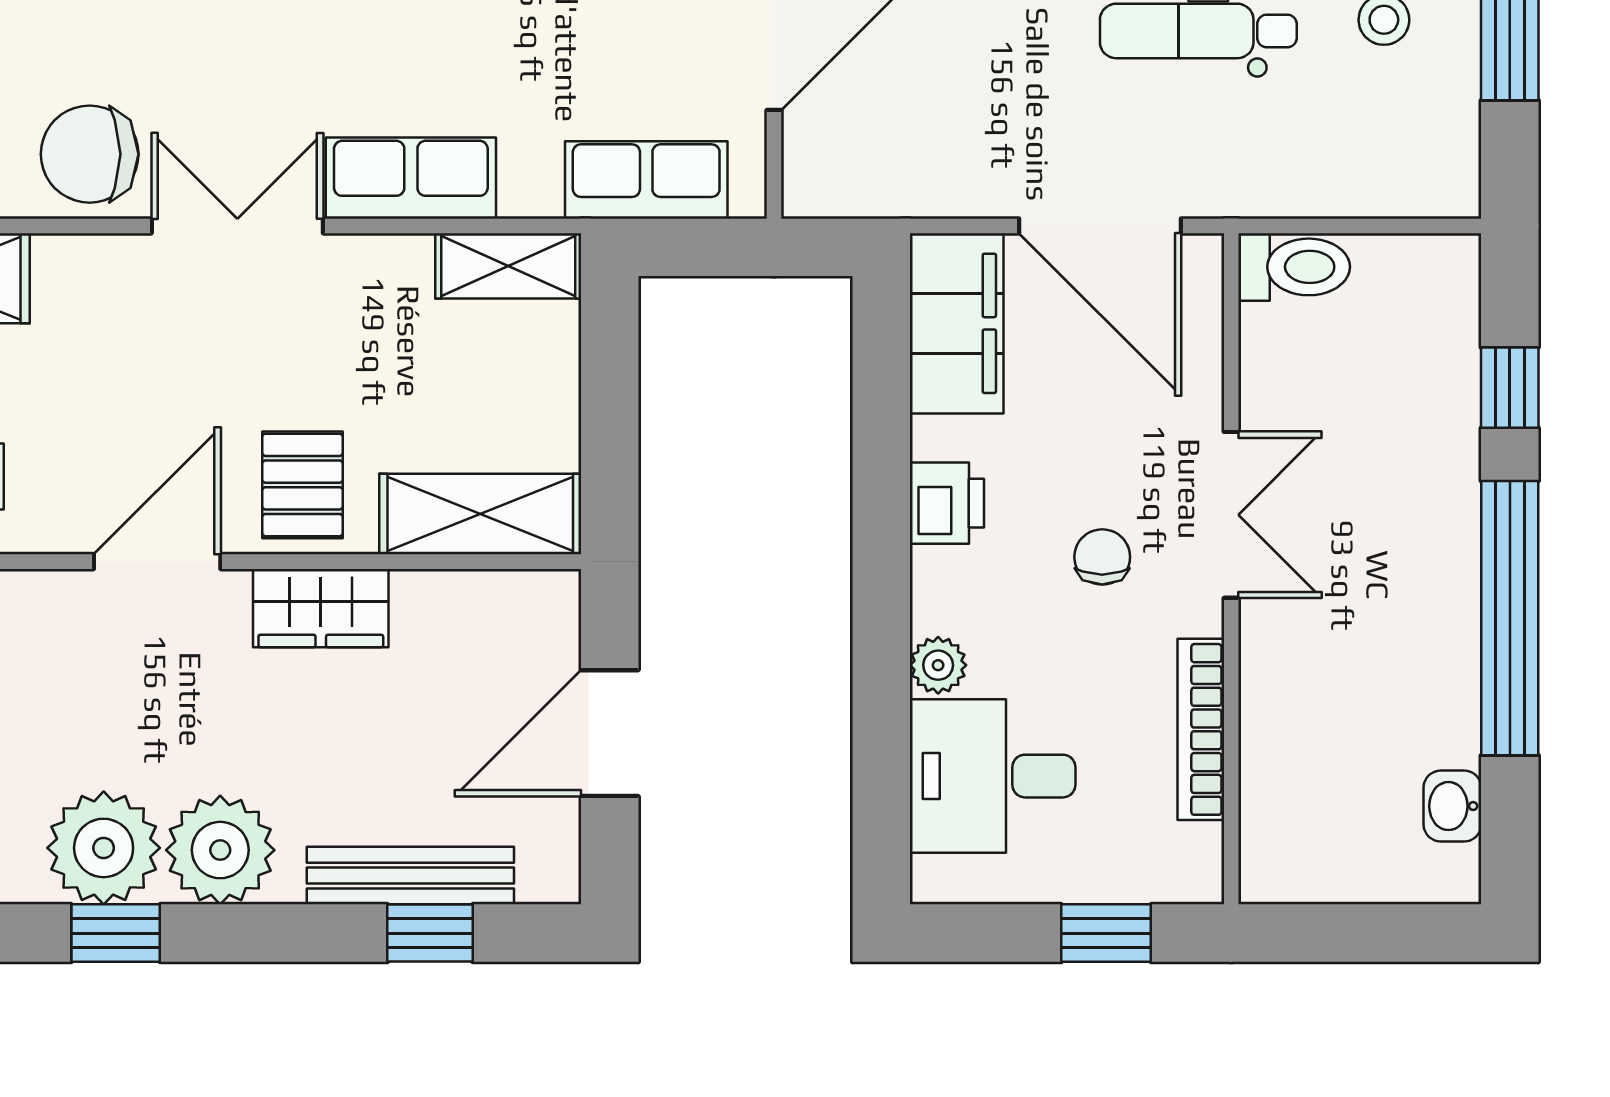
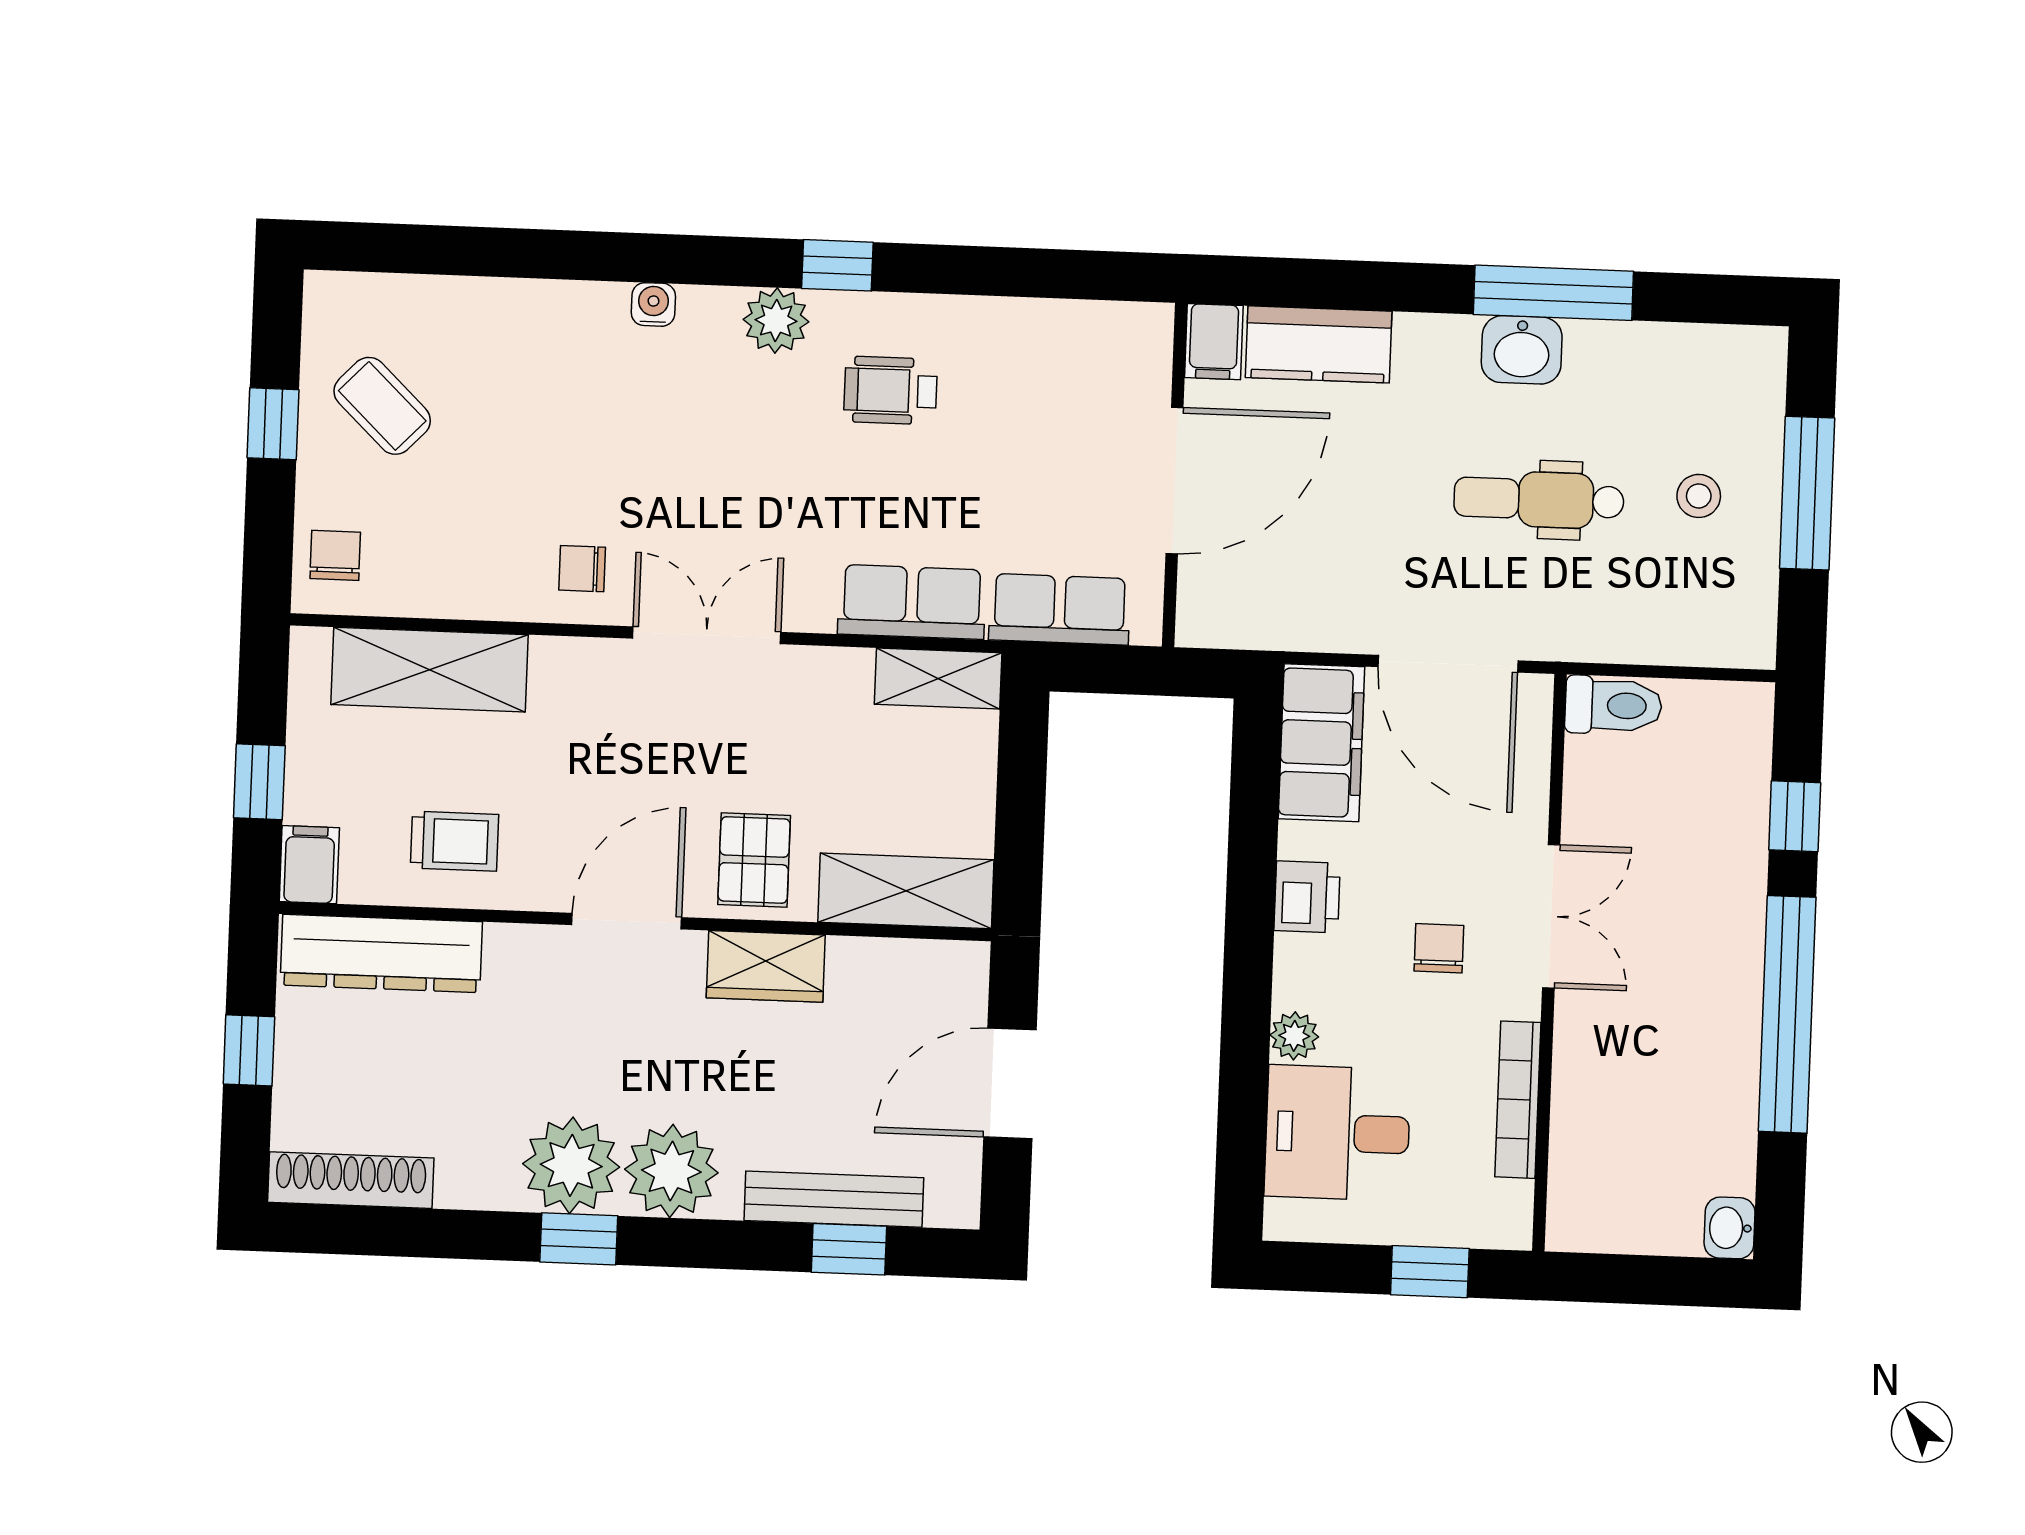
chair: (90, 154) -> (582, 569), width x0.54, depth x0.54
row of seats: (411, 178) -> (912, 602), moved
washbasin: (1452, 806) -> (1730, 1228), moved

